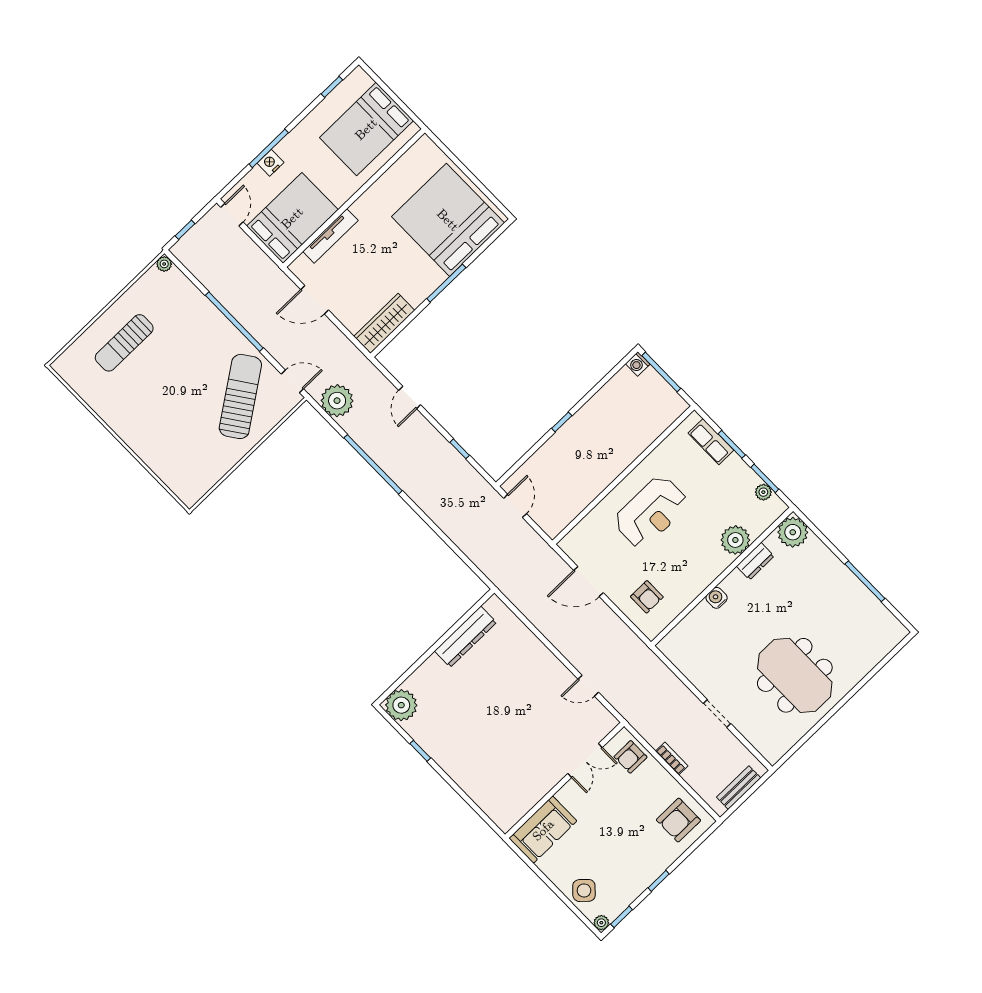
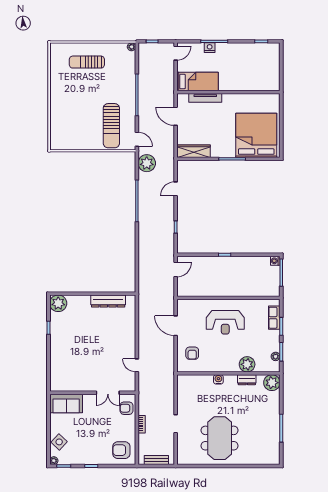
bed: (366, 129) -> (259, 70), removed
bed: (292, 218) -> (198, 82), width x0.67
sun lounger: (240, 396) -> (111, 126), turned 125

